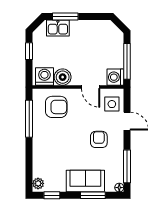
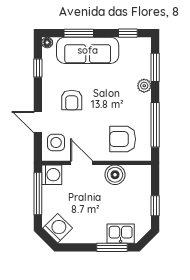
washing machine: (44, 77) -> (58, 228), moved, turned -135
window: (127, 166) -> (38, 68), width x0.46
window: (29, 167) -> (155, 67), added
sofa: (85, 181) -> (88, 50), width x1.36
plant: (38, 183) -> (144, 86), moved

